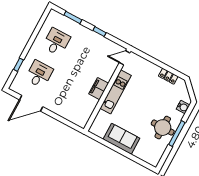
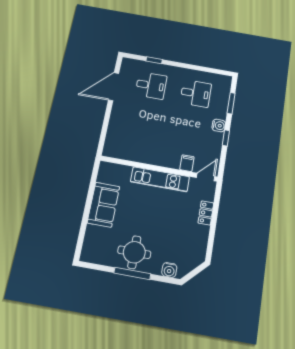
water cooler: (88, 33) -> (219, 125), added
door: (125, 58) -> (206, 177), hinge flipped
locker: (168, 76) -> (206, 213), moved
filing cabinet: (99, 89) -> (187, 163), moved, width x0.50
door: (31, 103) -> (114, 87), hinge flipped

